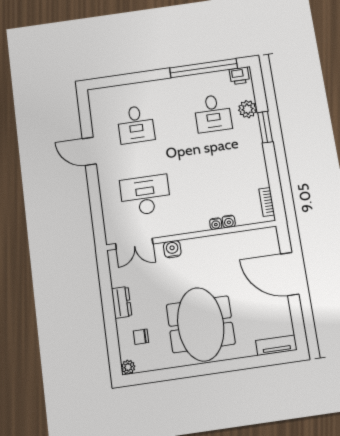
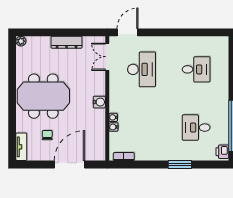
plant: (248, 109) -> (196, 154), removed
desk: (136, 124) -> (196, 69), turned 180
door: (89, 151) -> (128, 32), moved
water cooler: (172, 249) -> (99, 102), moved
dresser: (122, 302) -> (67, 42), width x1.44
chair: (141, 337) -> (47, 135), moved

